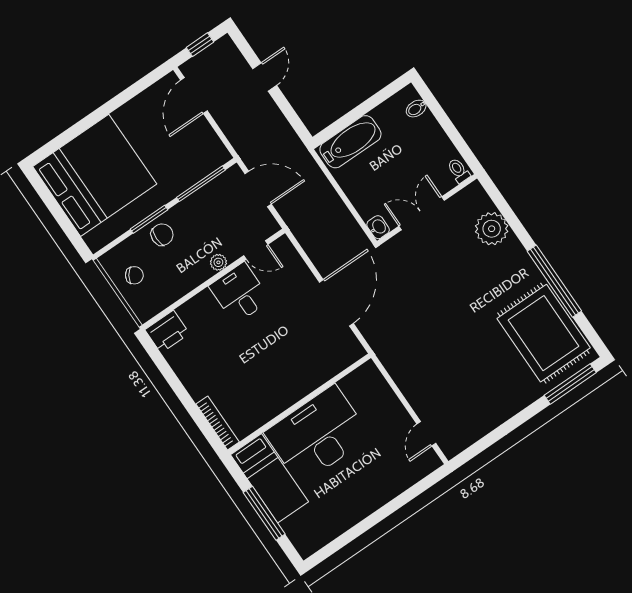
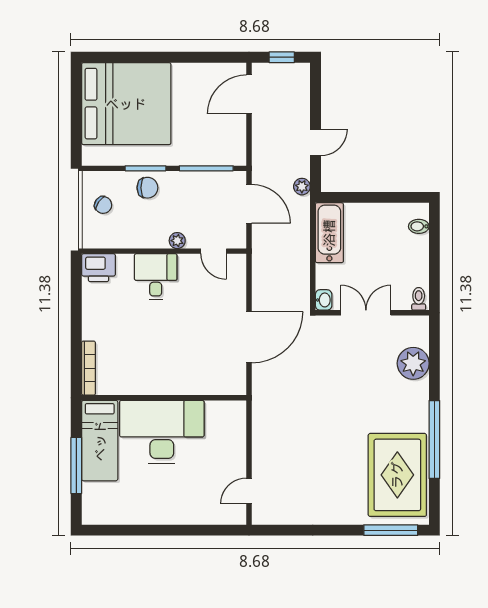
door: (265, 77) -> (315, 142), moved
bathtub: (350, 142) -> (329, 233), moved, turned -90
plant: (293, 143) -> (302, 187), added
desk: (240, 293) -> (156, 277), moved

